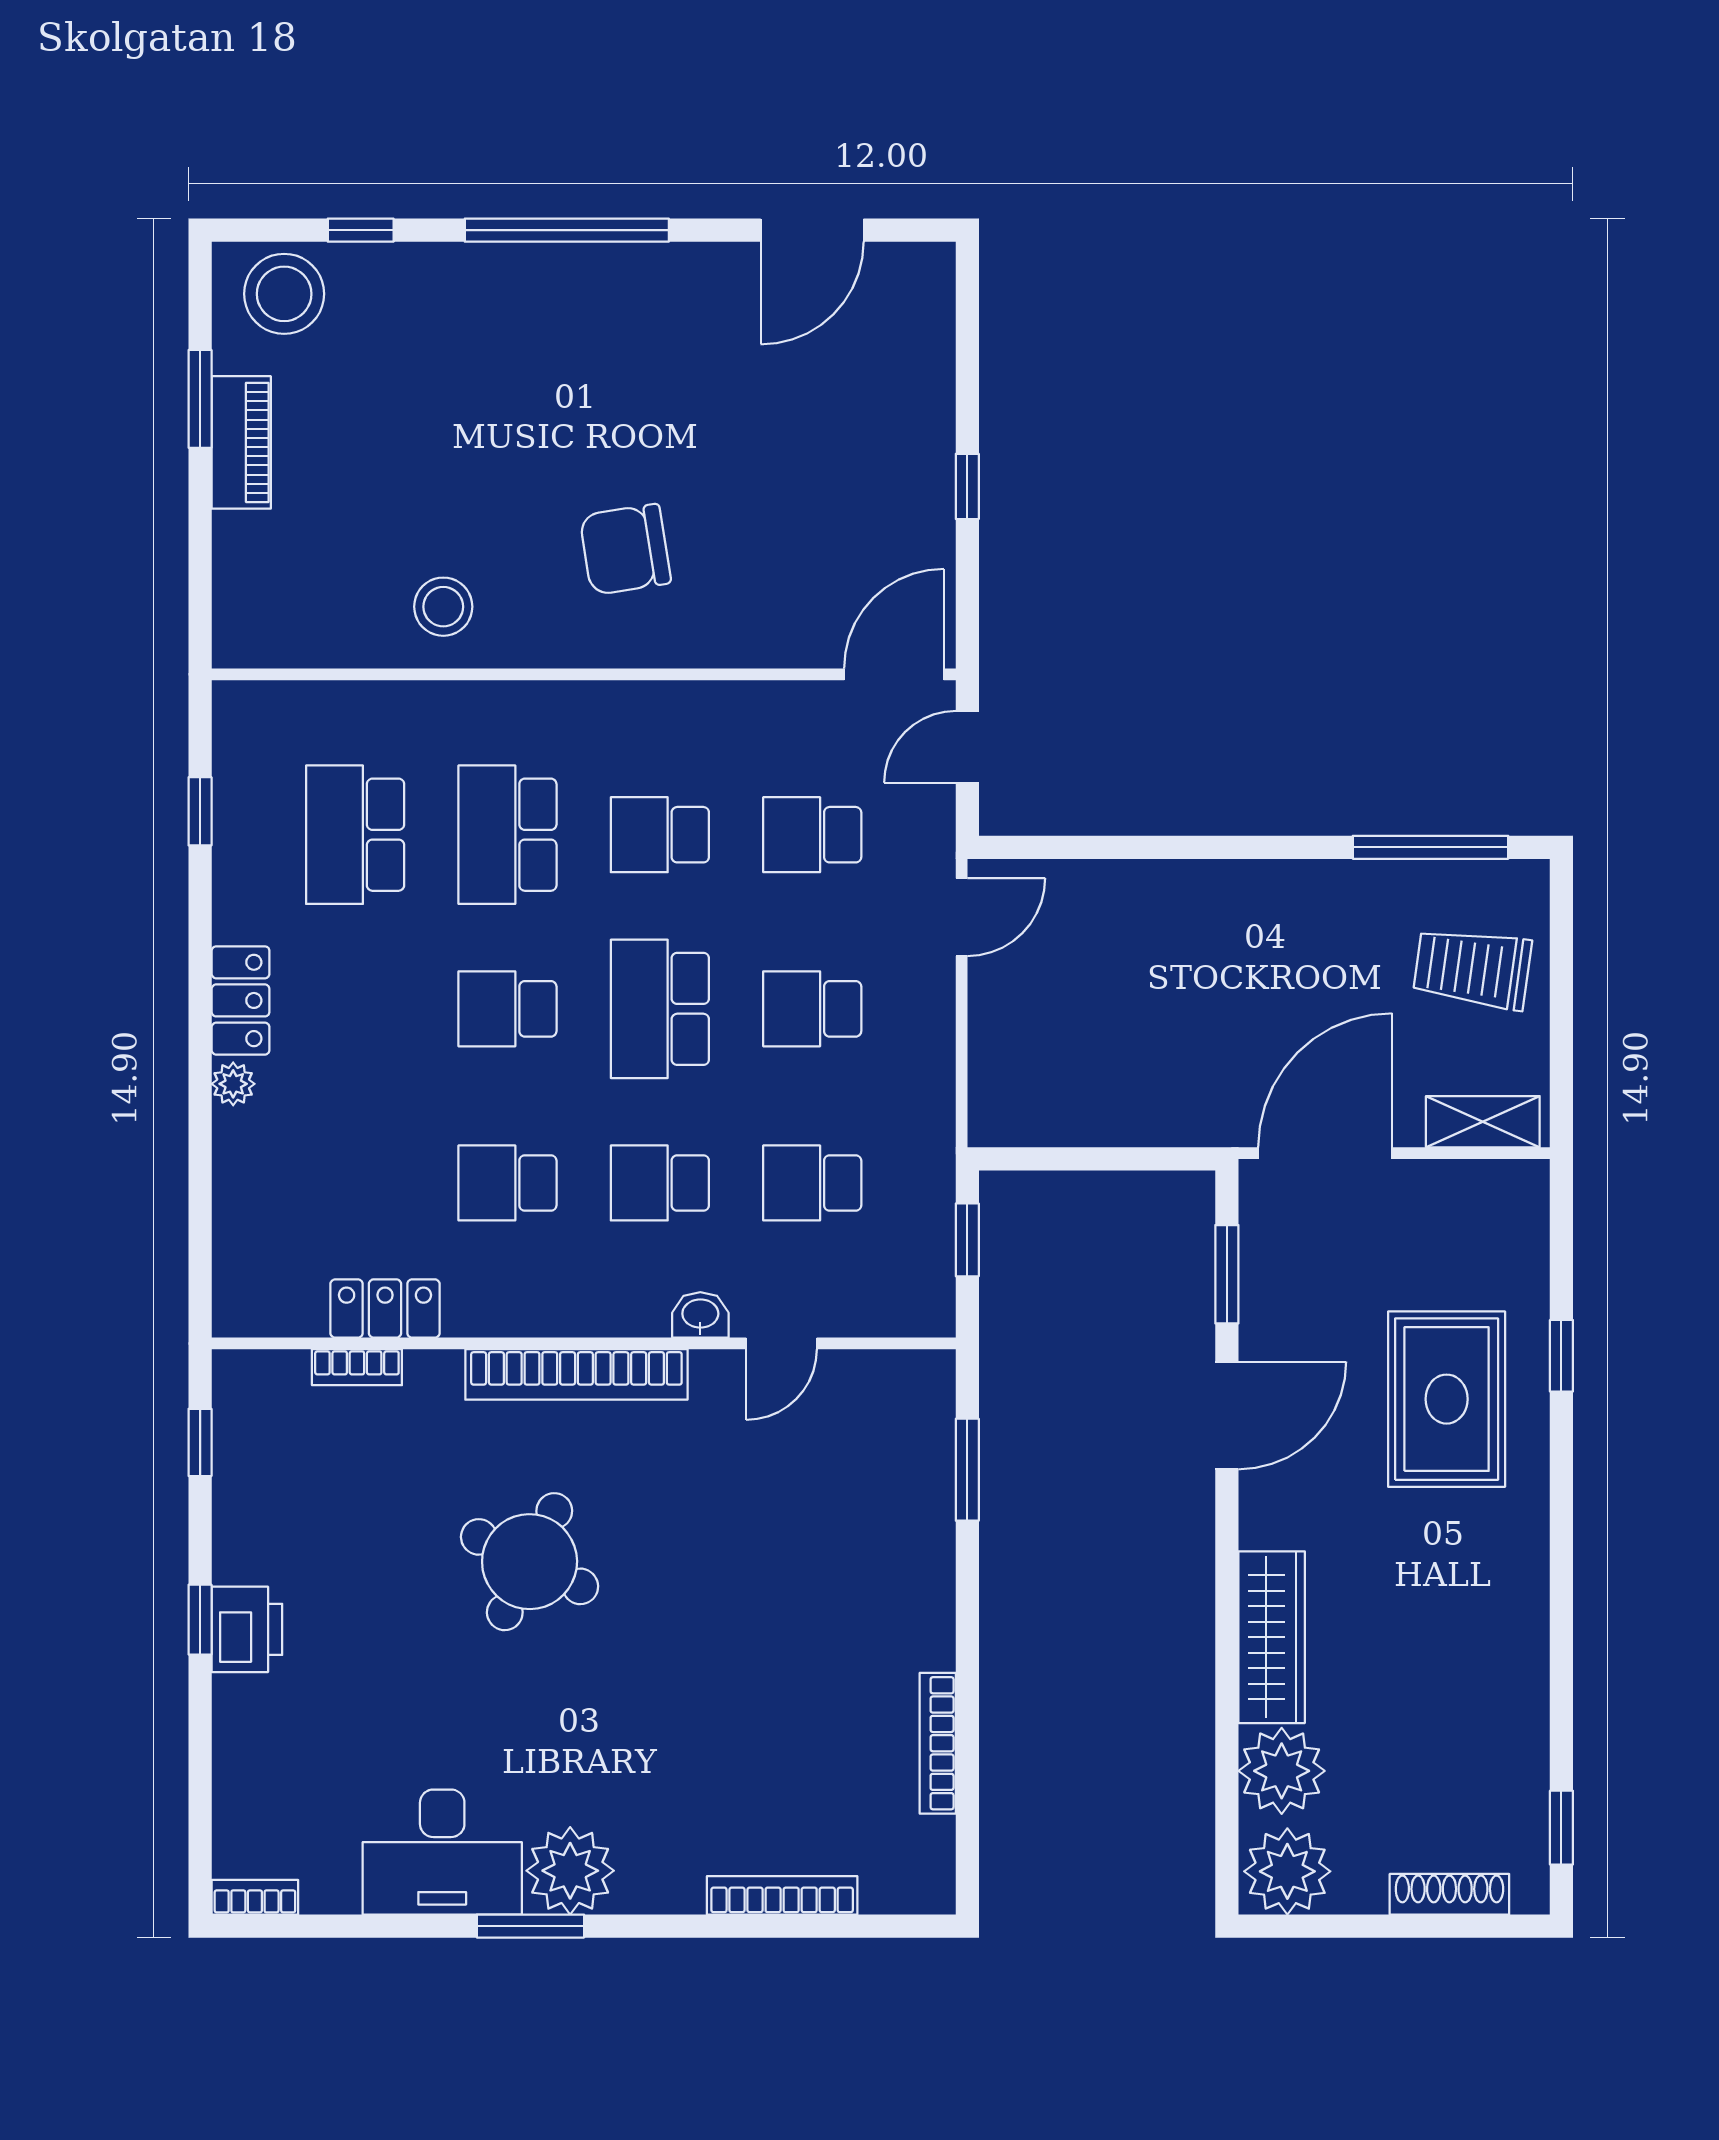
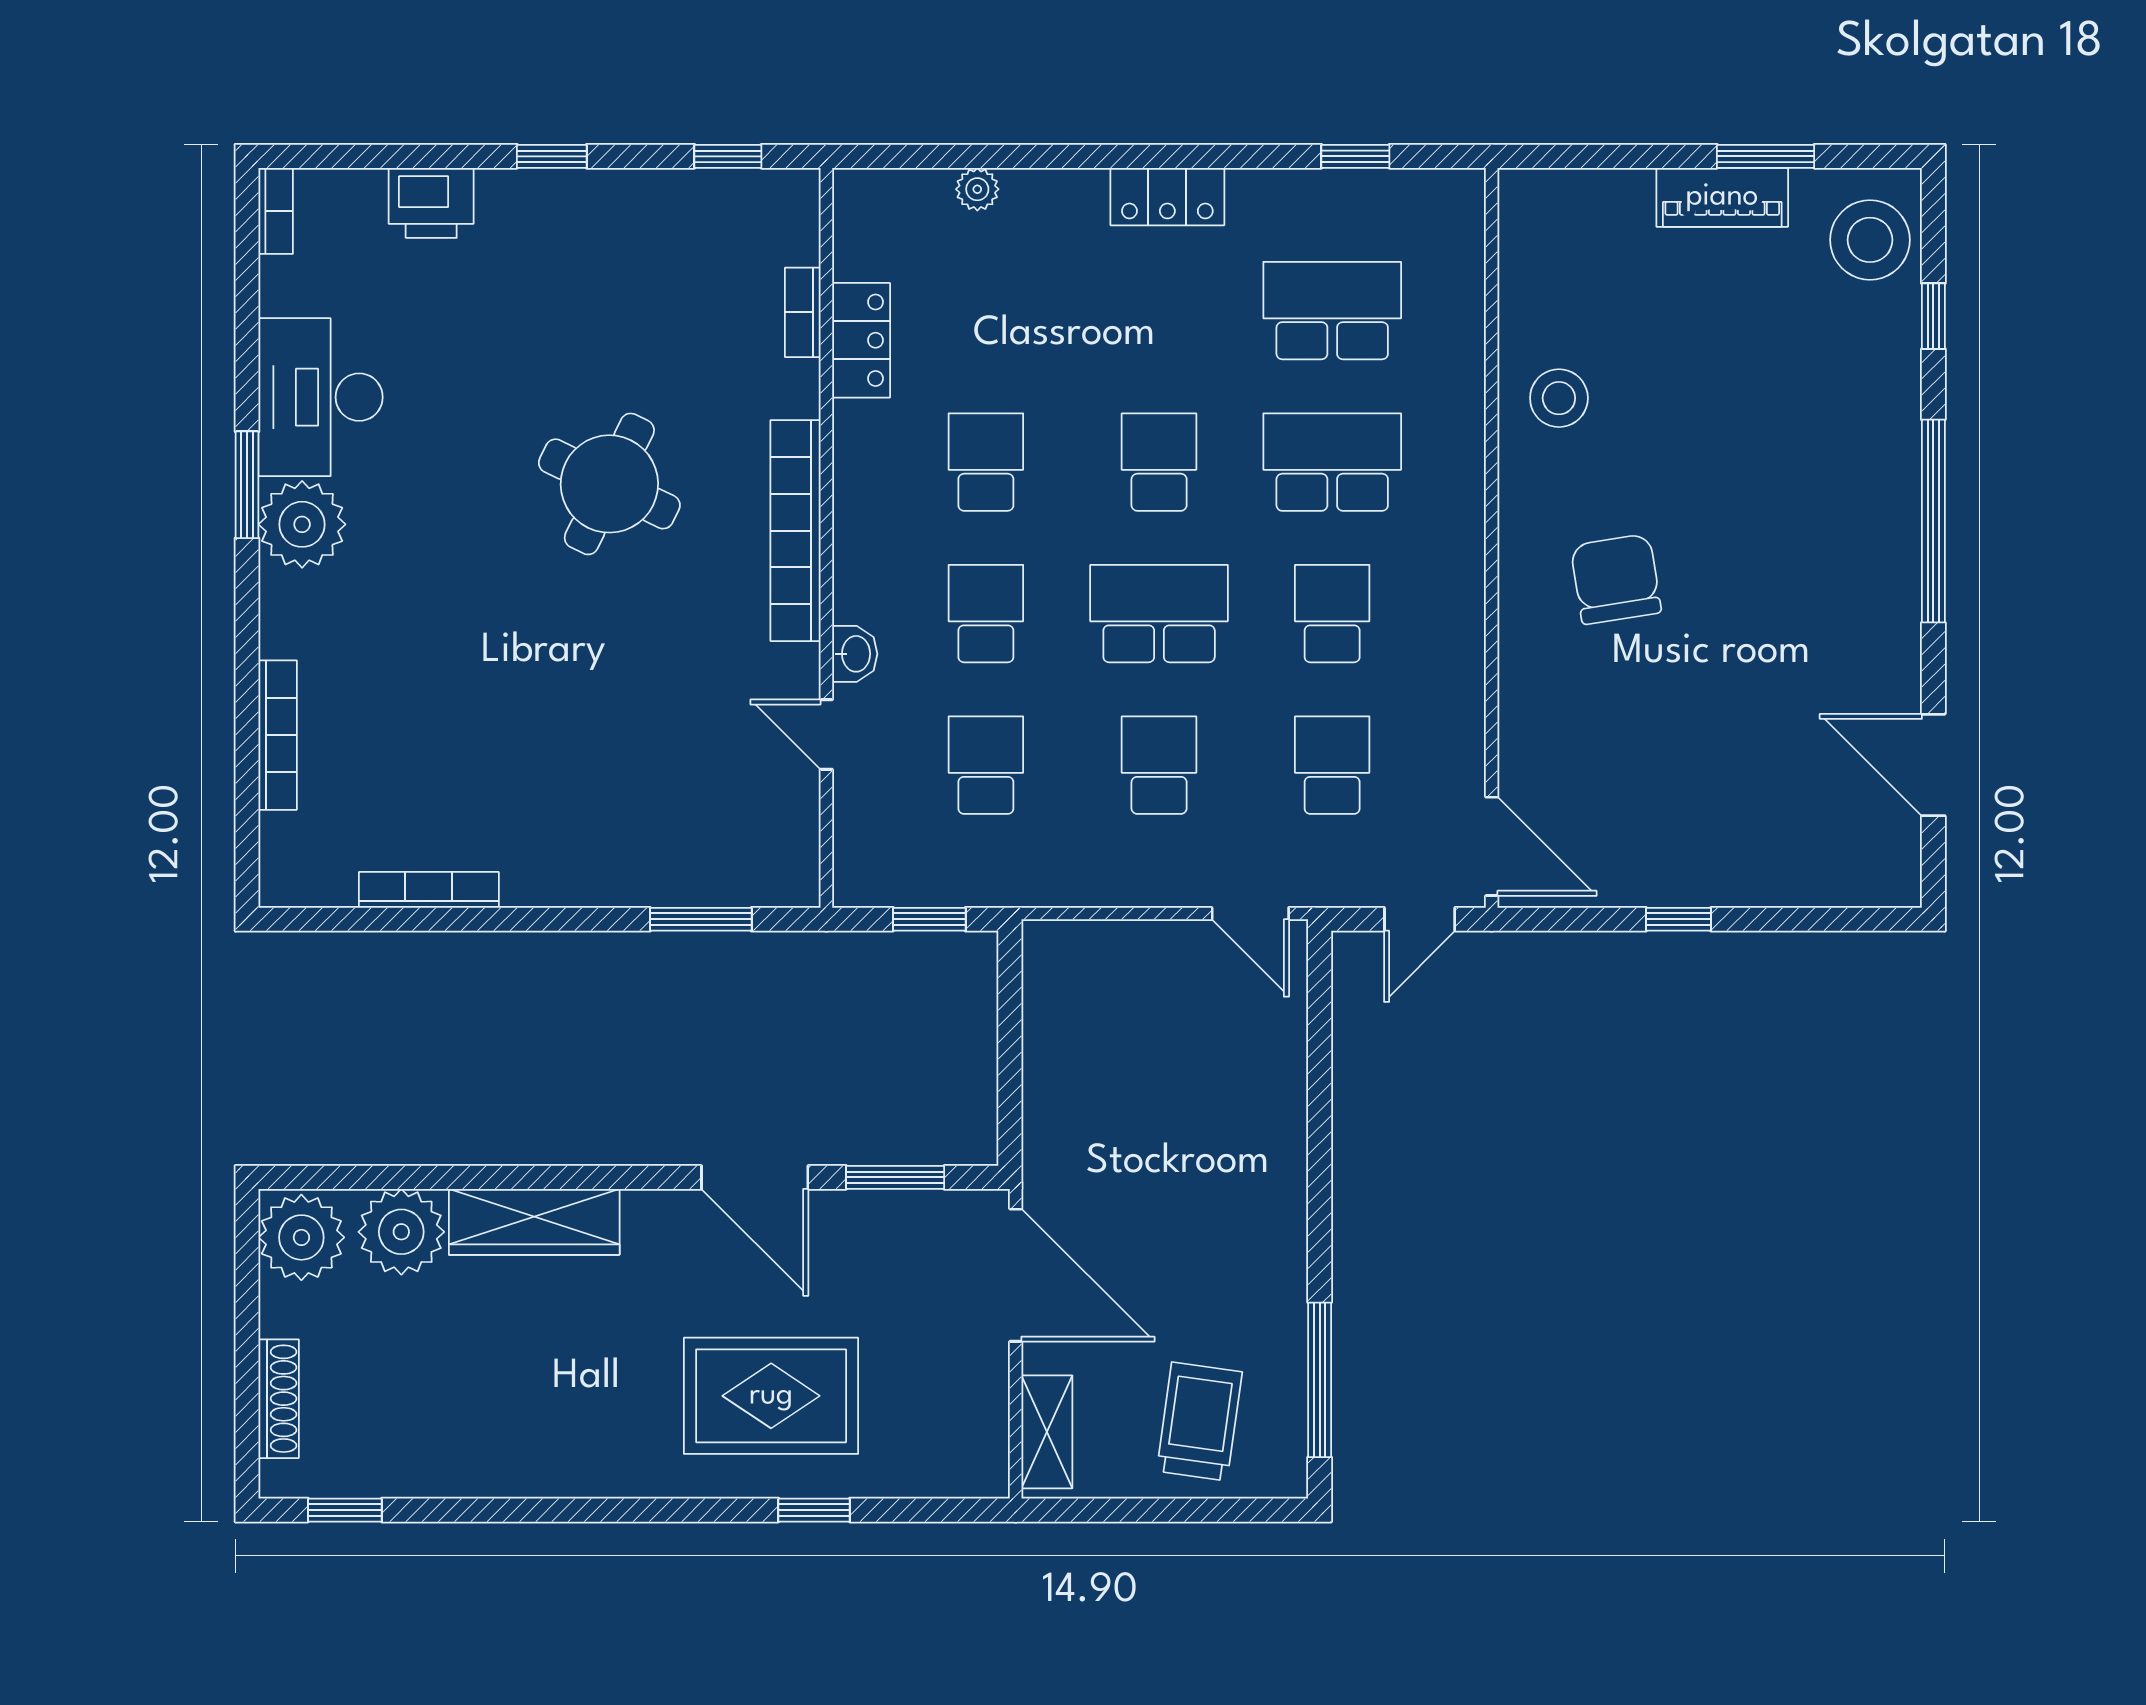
door: (967, 747) -> (1420, 919), swing flipped
plant: (233, 1084) -> (977, 189), moved
printer: (247, 1629) -> (431, 203), moved

